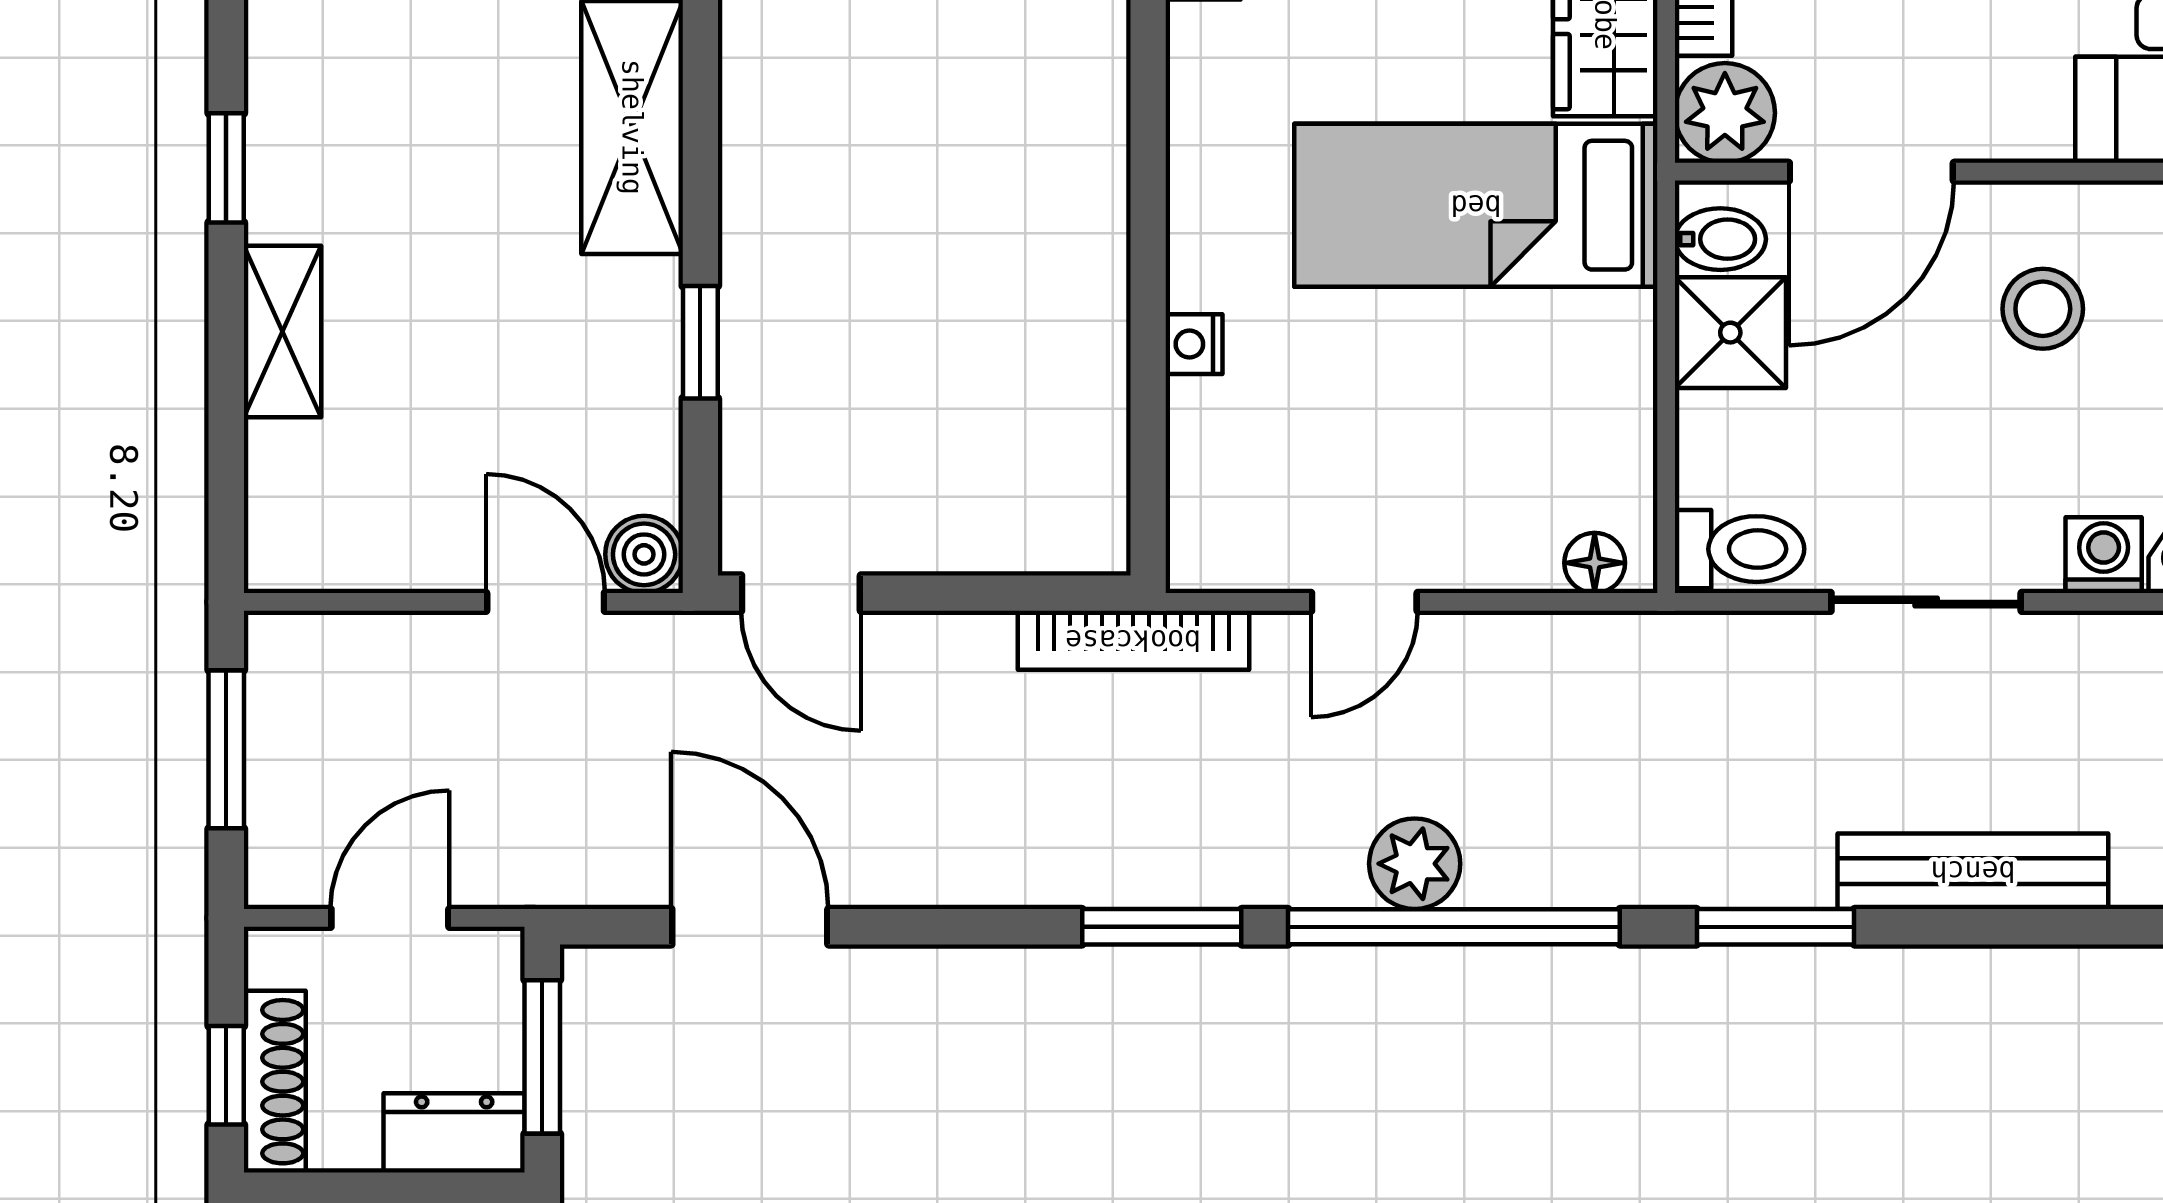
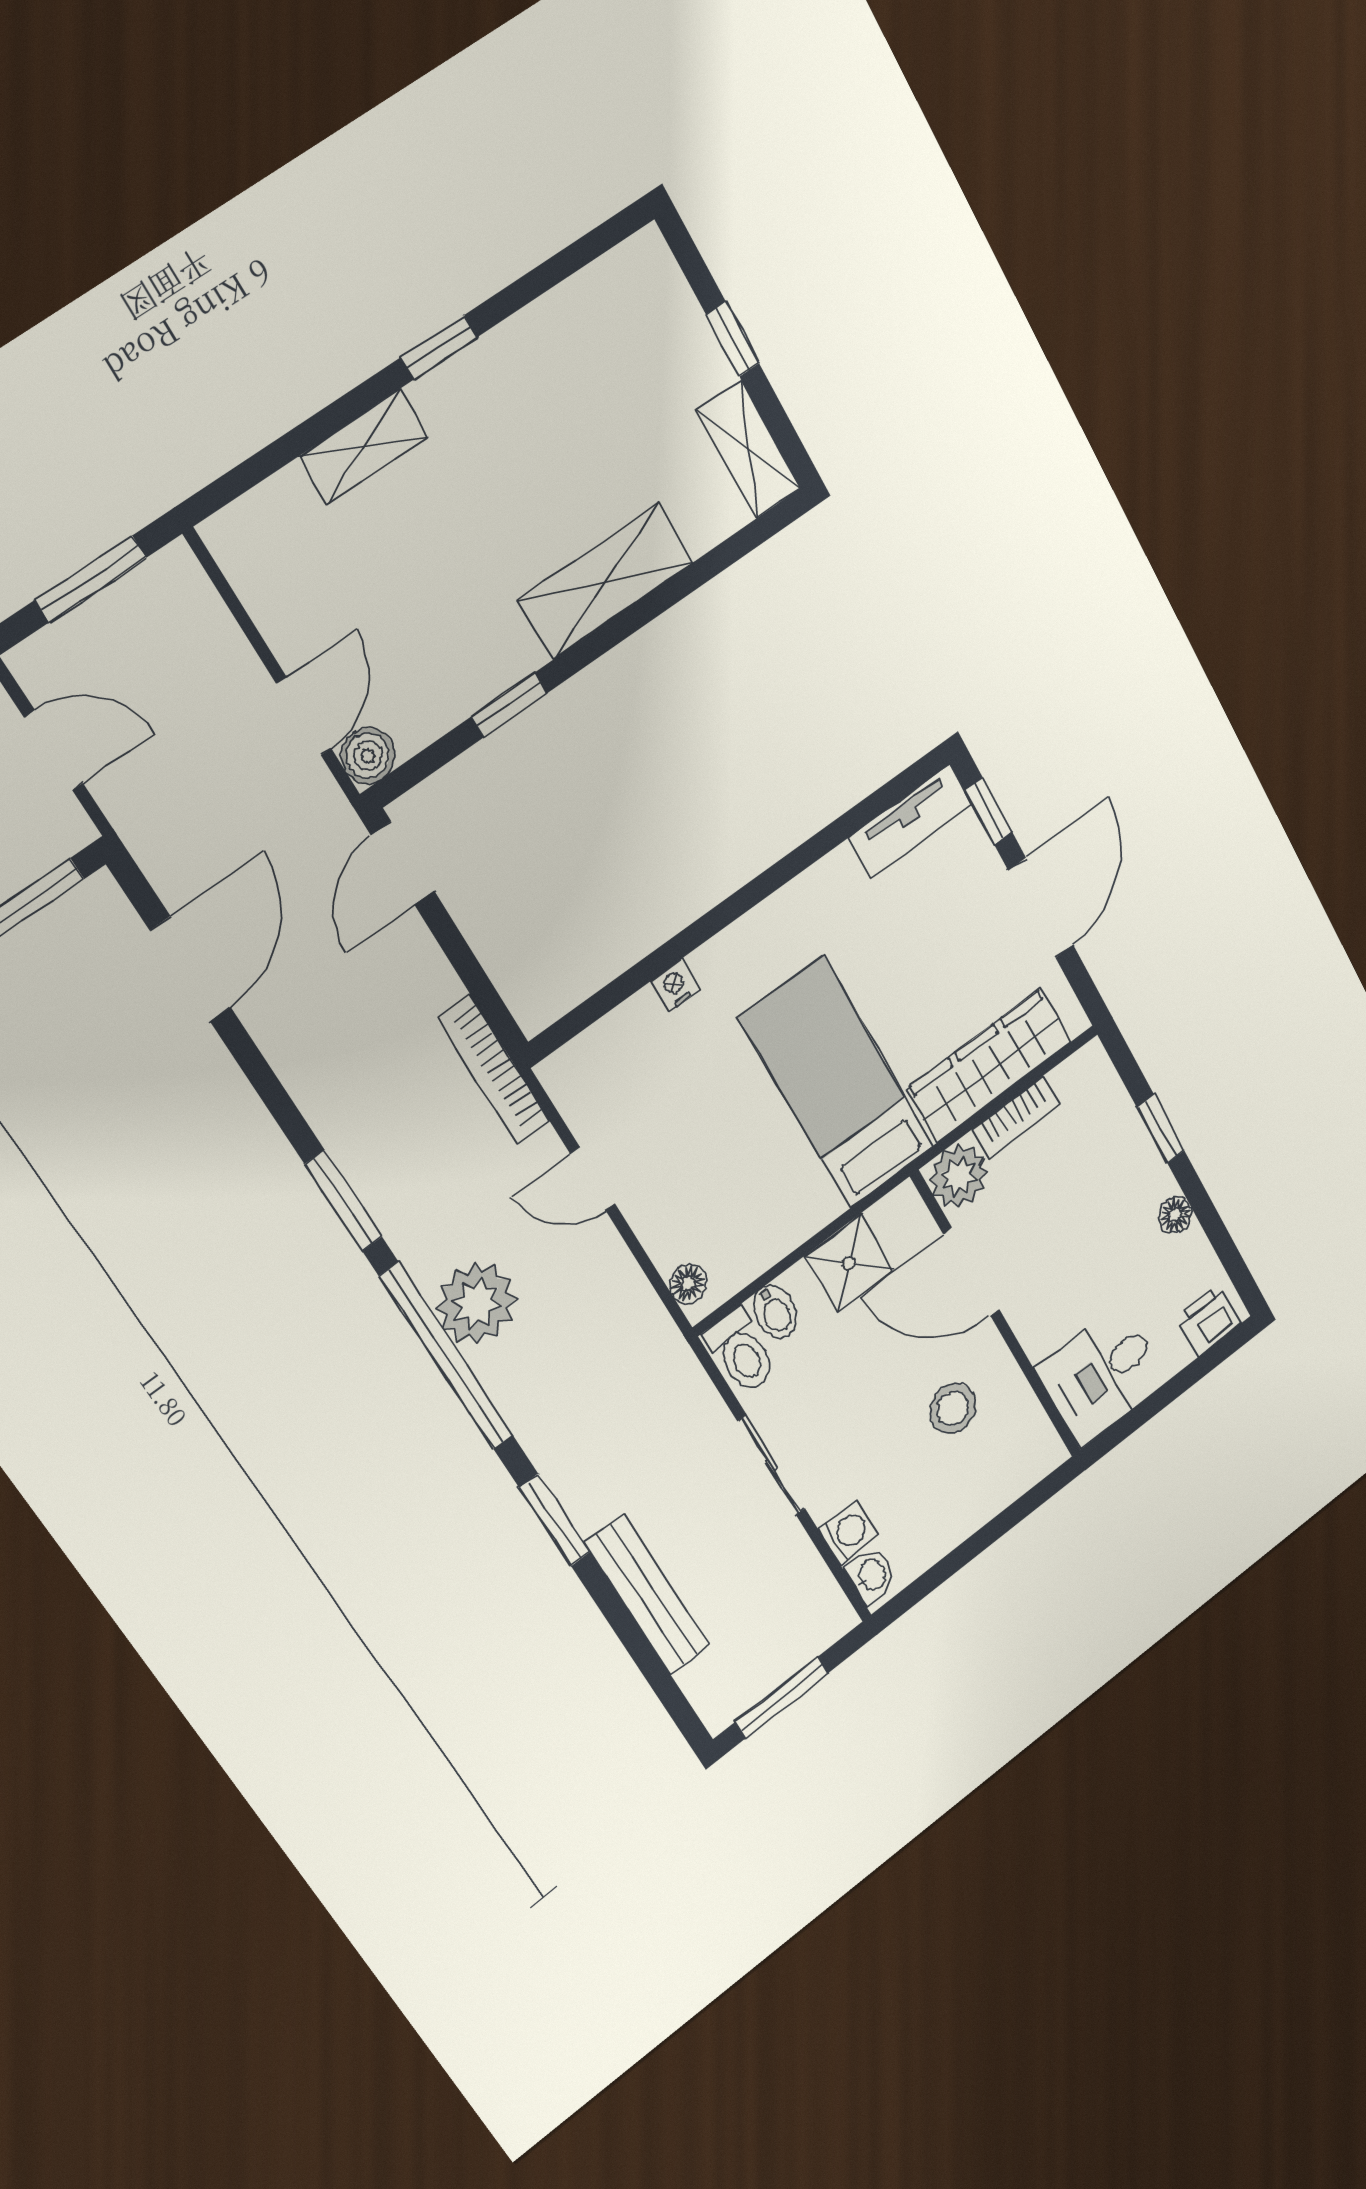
bidet: (1720, 239) -> (775, 1312), moved
plant: (1415, 864) -> (476, 1304), width x1.36, depth x1.36

